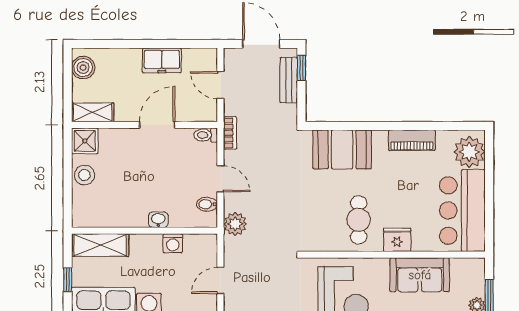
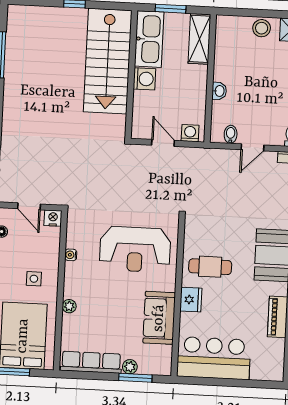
plant: (469, 152) -> (265, 367), removed
plant: (235, 224) -> (212, 158), removed
washing machine: (173, 243) -> (190, 133), moved, turned 90
window: (68, 280) -> (171, 9), width x1.50

